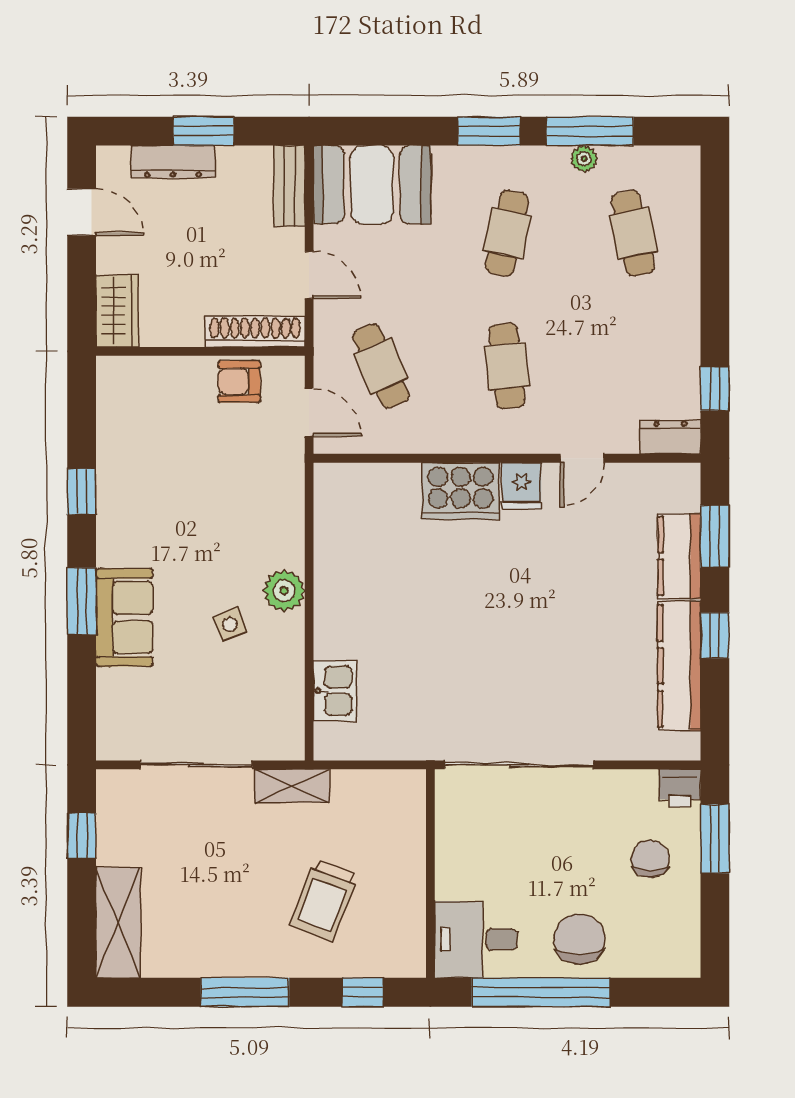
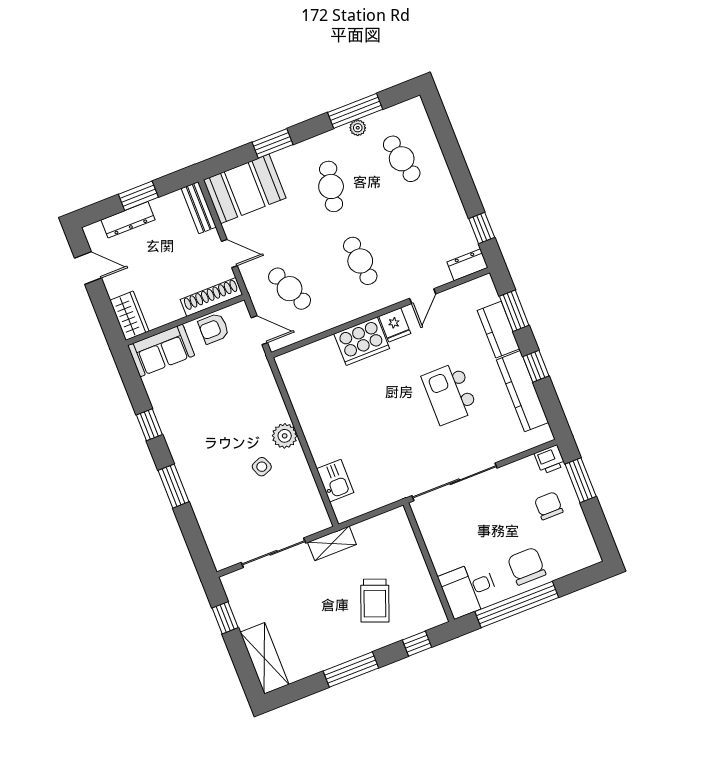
window: (489, 131) -> (272, 143), moved
sofa: (124, 618) -> (161, 350), moved, turned 90
kitchen island: (565, 625) -> (450, 394), added

